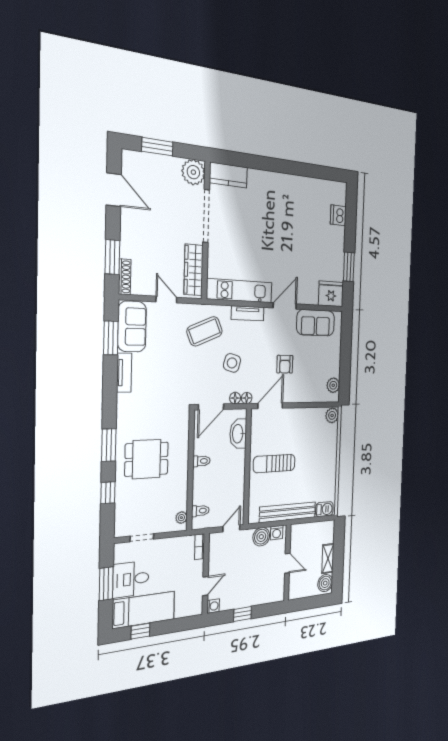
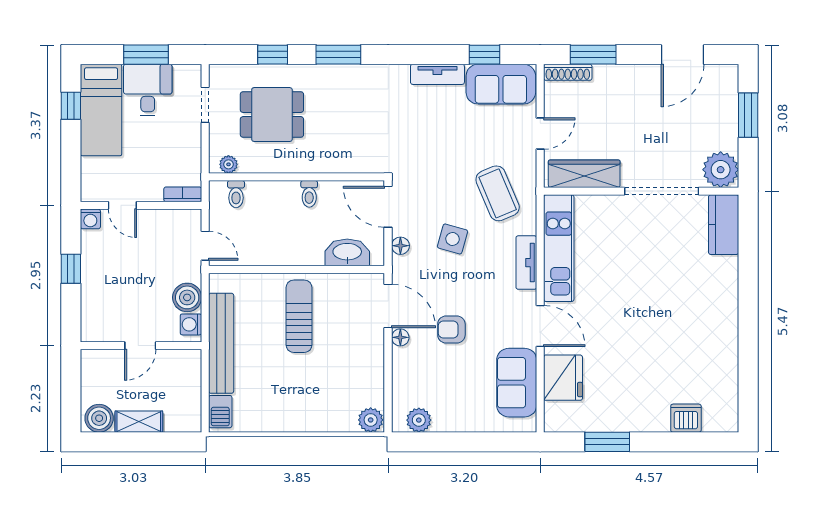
fridge: (331, 294) -> (563, 378), moved
window: (111, 338) -> (484, 55), width x0.67
floor lamp: (247, 398) -> (400, 337), moved
dining table: (147, 459) -> (272, 115), moved, turned 90

